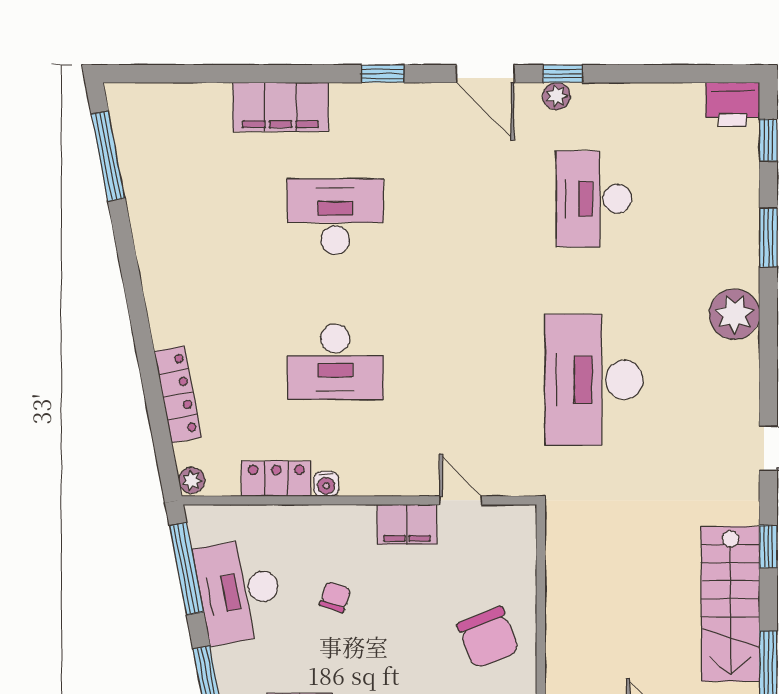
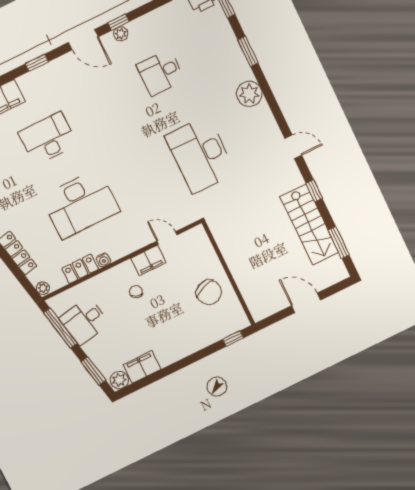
desk: (594, 199) -> (161, 73), width x0.73
desk: (335, 362) -> (80, 204), width x1.36, depth x1.30
desk: (239, 591) -> (84, 321), width x0.73
chair: (335, 597) -> (136, 292), moved

